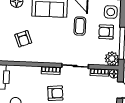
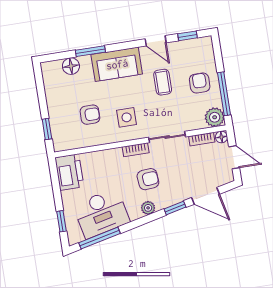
side table: (111, 12) -> (127, 117), moved
armchair: (106, 32) -> (200, 83), turned 90
armchair: (23, 39) -> (90, 115), turned -69

